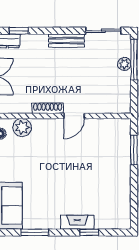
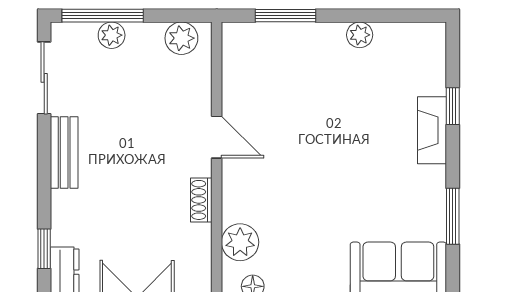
plant: (123, 98) -> (181, 38), added
shoe rack: (48, 108) -> (201, 200), width x0.70
plant: (124, 186) -> (360, 35), added

